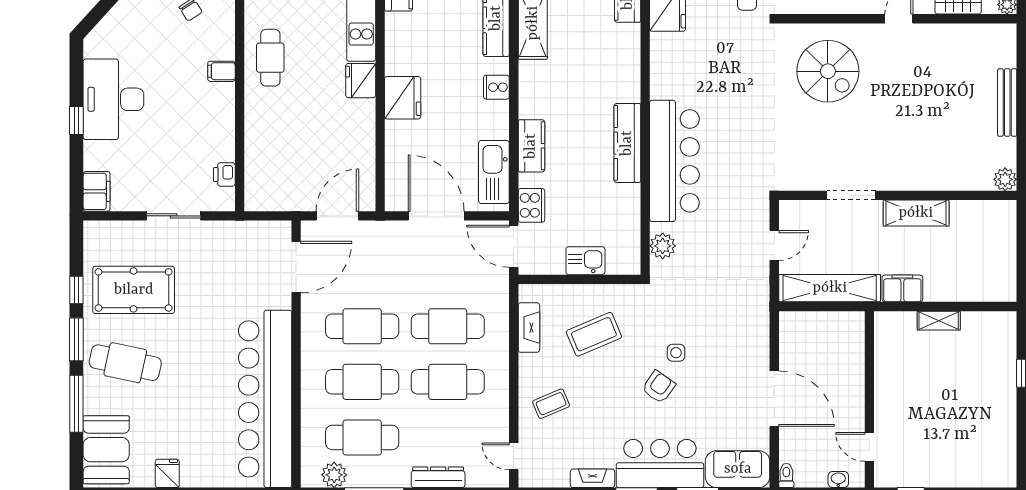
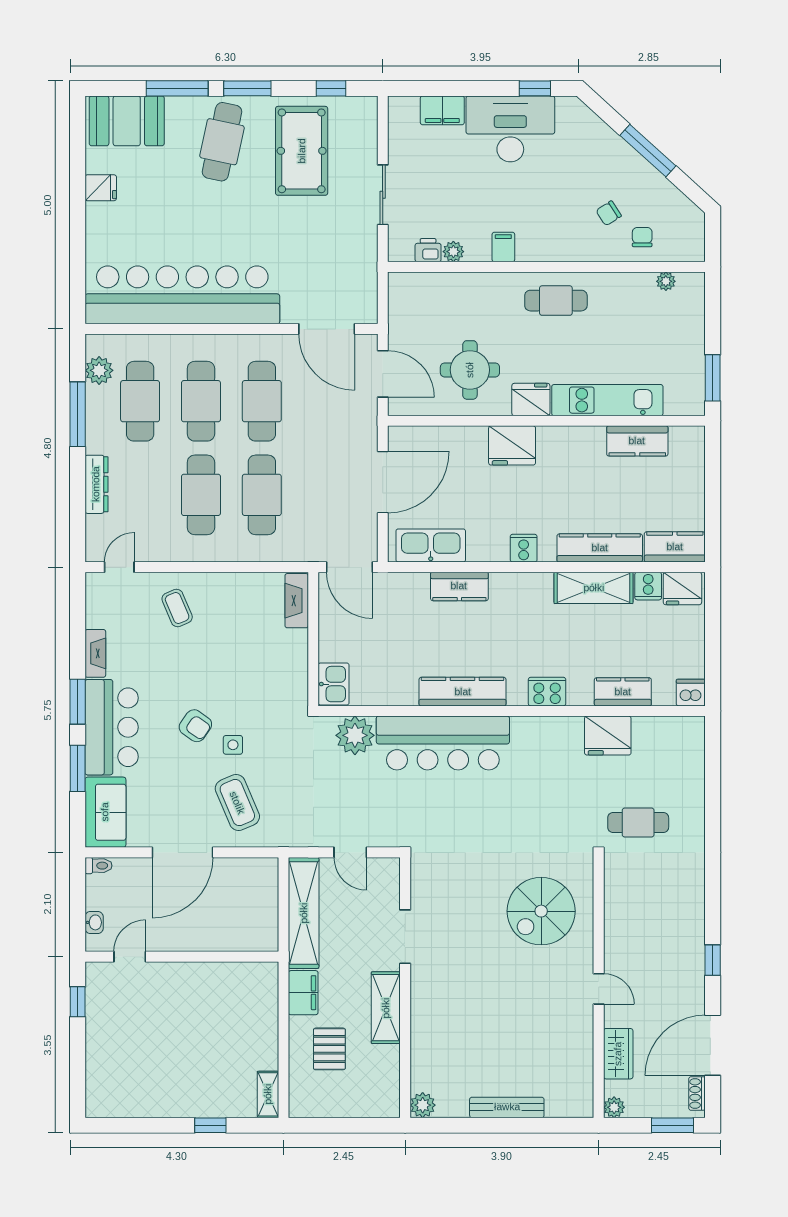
filing cabinet: (221, 71) -> (503, 247), moved
window: (76, 121) -> (535, 88), moved
round table: (334, 136) -> (470, 370), added
plant: (225, 151) -> (453, 252), added
filing cabinet: (97, 191) -> (442, 110), moved
cooker: (531, 205) -> (547, 692), moved, turned 180
door: (514, 246) -> (349, 567), swing flipped
plant: (663, 246) -> (355, 735), width x1.36, depth x1.36
kitchen sink: (585, 261) -> (334, 684), moved
pallet: (954, 265) -> (329, 1049), added
window: (76, 290) -> (331, 88), moved
shelving: (939, 321) -> (268, 1094), moved
fireplace: (529, 328) -> (297, 601), moved, turned 90
coffee table: (594, 334) -> (237, 803), moved

